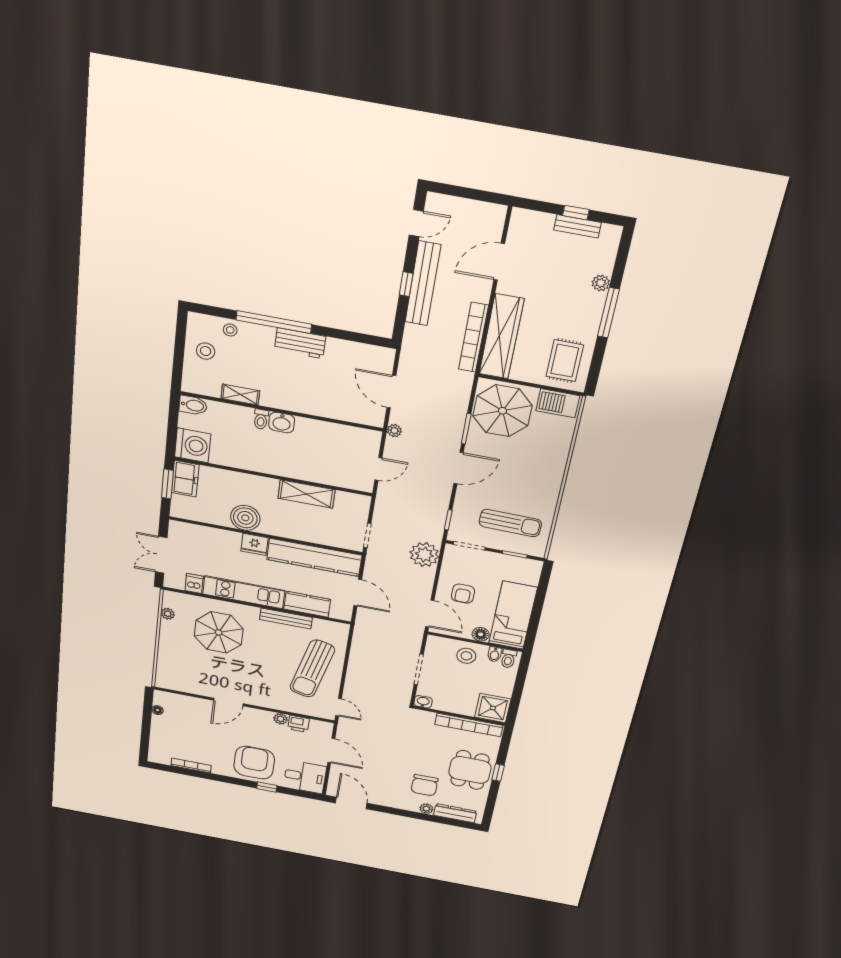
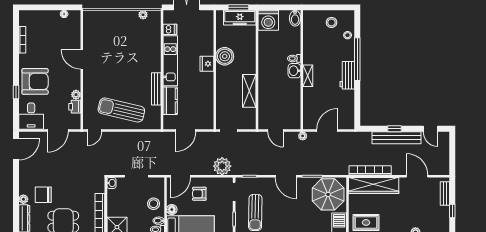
bench: (577, 226) -> (445, 194), moved
shelving: (240, 395) -> (308, 76), moved
freezer: (185, 479) -> (240, 18), width x1.40
kitchen counter: (314, 557) -> (206, 101), removed
parasol: (219, 632) -> (136, 48), removed

